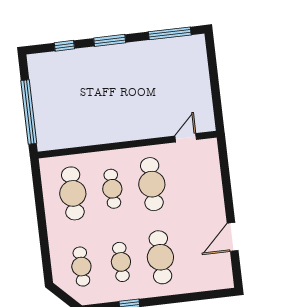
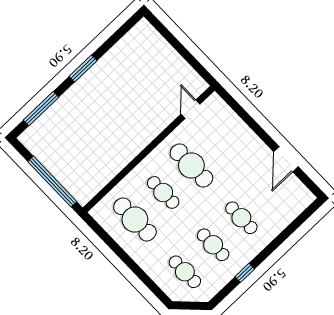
window: (170, 33) -> (116, 37), removed
window: (110, 40) -> (83, 69), moved
window: (64, 46) -> (41, 109), width x2.17
cafe table: (160, 257) -> (241, 218), width x0.73, depth x0.74

